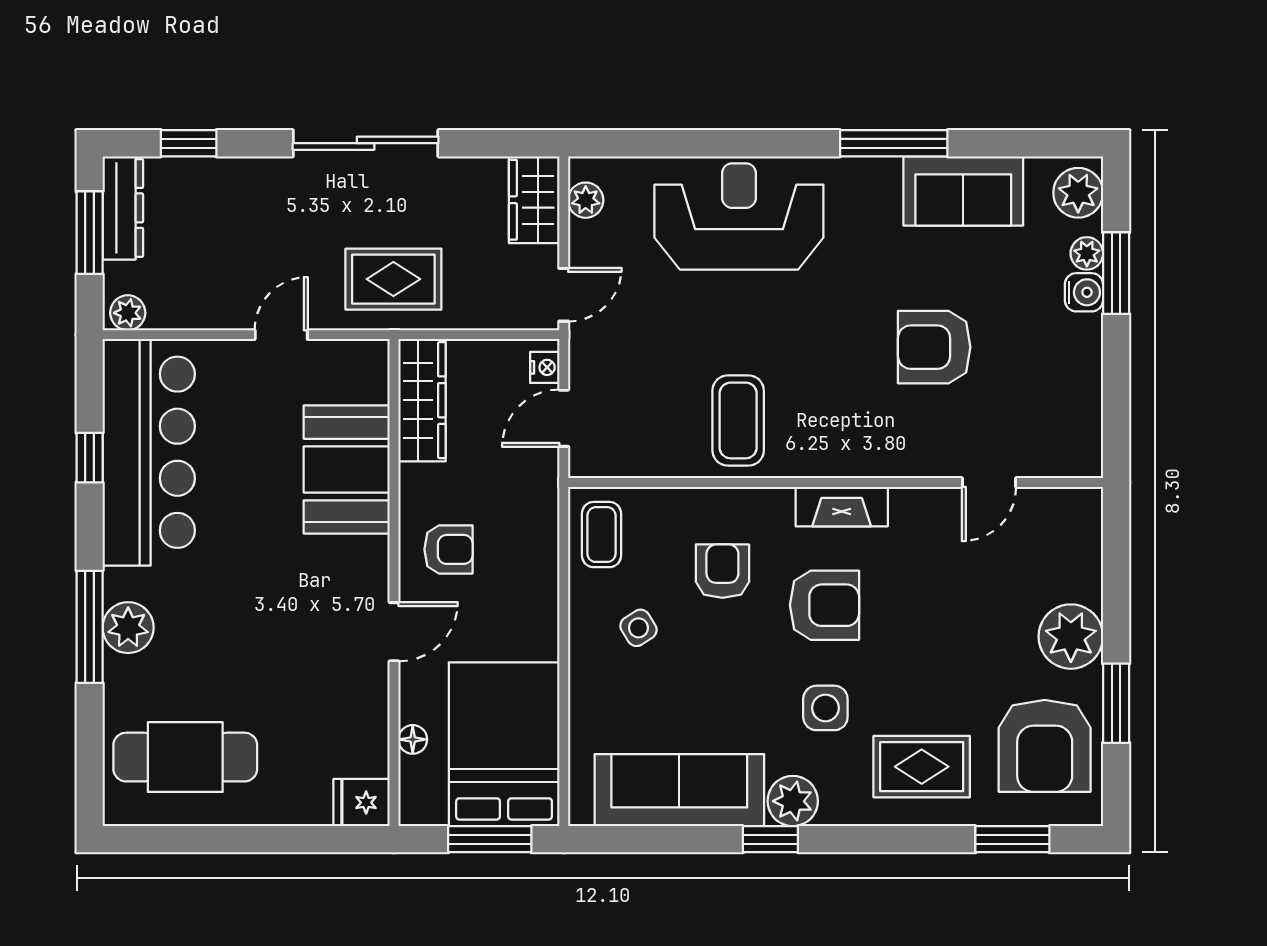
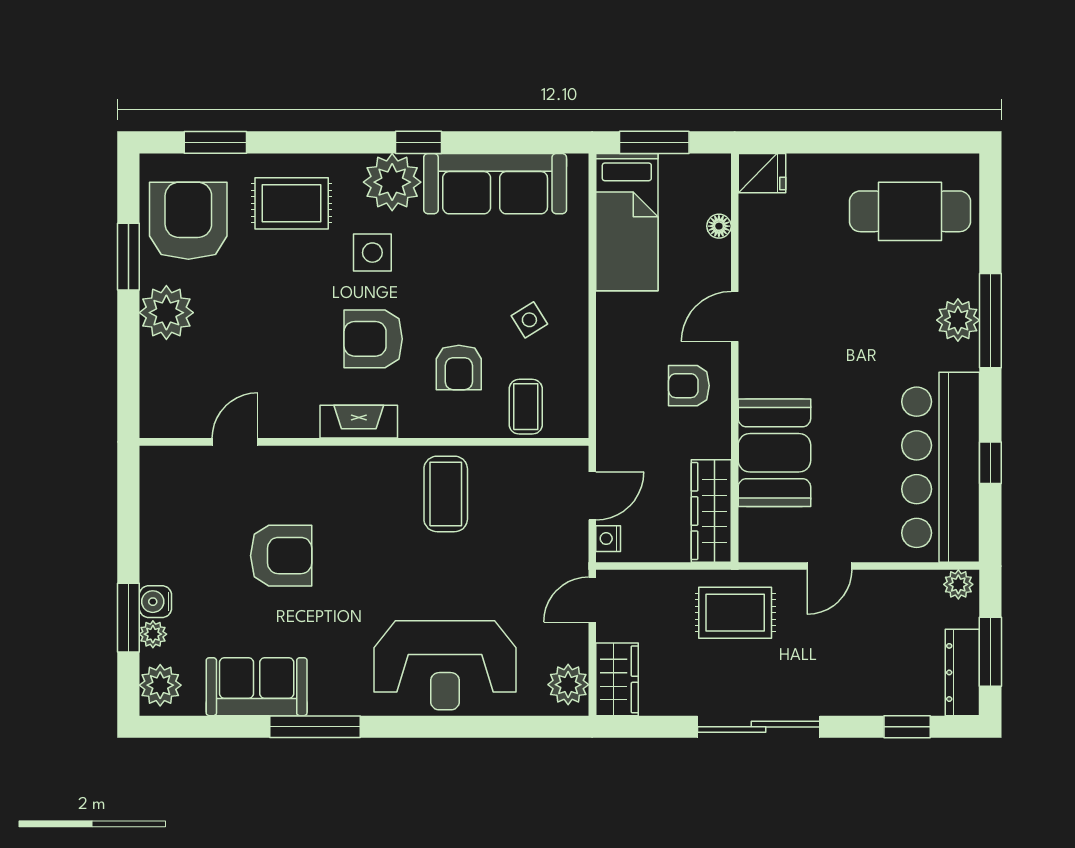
plant: (586, 200) -> (568, 685), width x1.38, depth x1.38
coffee table: (602, 535) -> (526, 407), moved
bed: (504, 744) -> (627, 222), width x0.67
plant: (793, 801) -> (392, 182), width x1.36, depth x1.36

